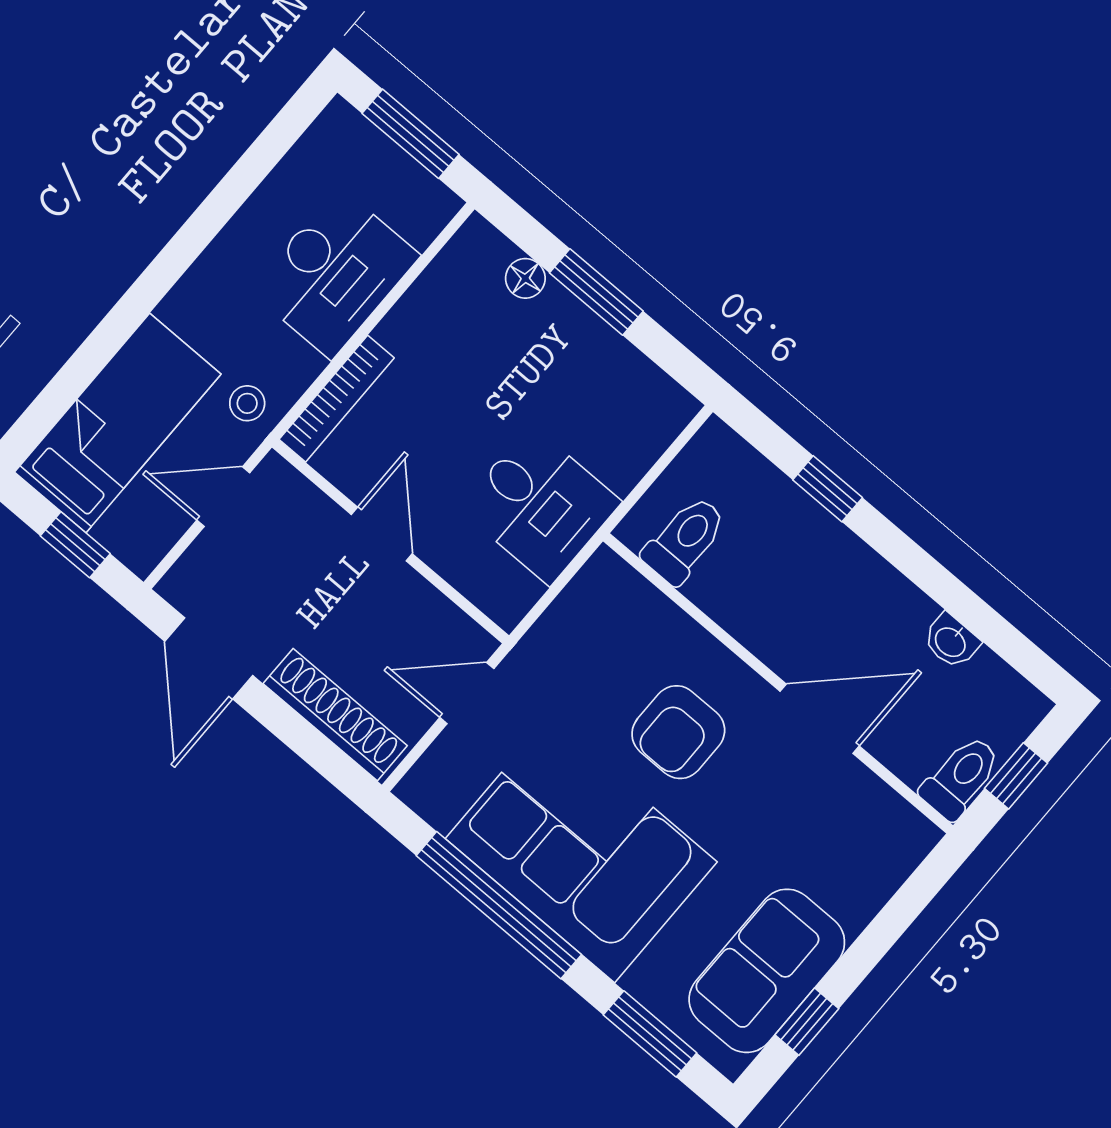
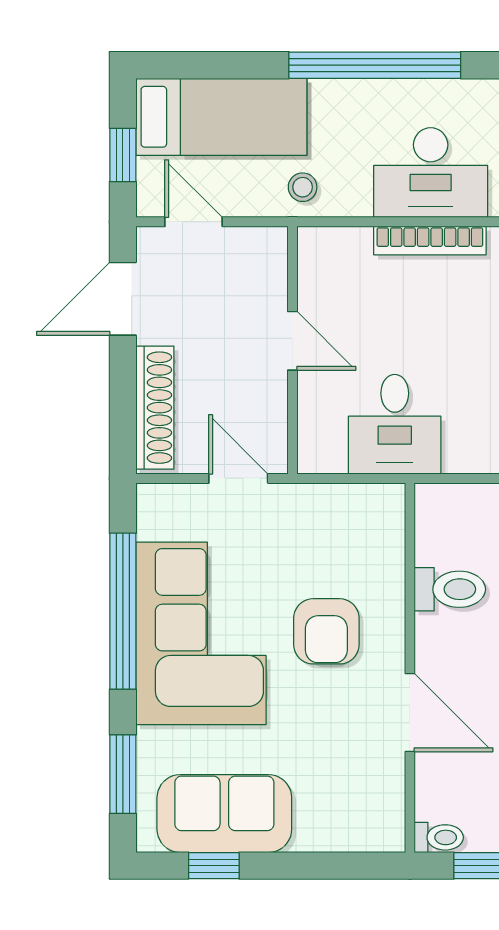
window: (191, 240) -> (375, 65), added
bookcase: (337, 399) -> (430, 241), moved
door: (223, 497) -> (194, 222), moved
door: (382, 534) -> (292, 341), hinge flipped
toilet: (685, 540) -> (450, 589), moved
armchair: (678, 732) -> (326, 631), turned -90
toilet: (961, 777) -> (439, 837), width x0.73, depth x0.72

